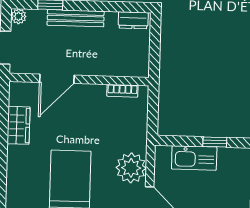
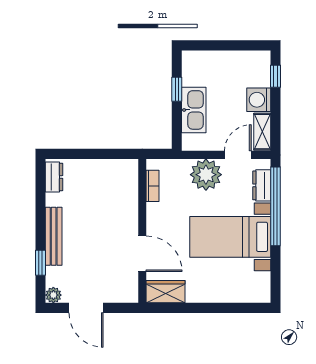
door: (57, 79) -> (142, 254), moved
wall: (79, 79) -> (142, 231), moved
bookcase: (122, 91) -> (152, 186), moved

